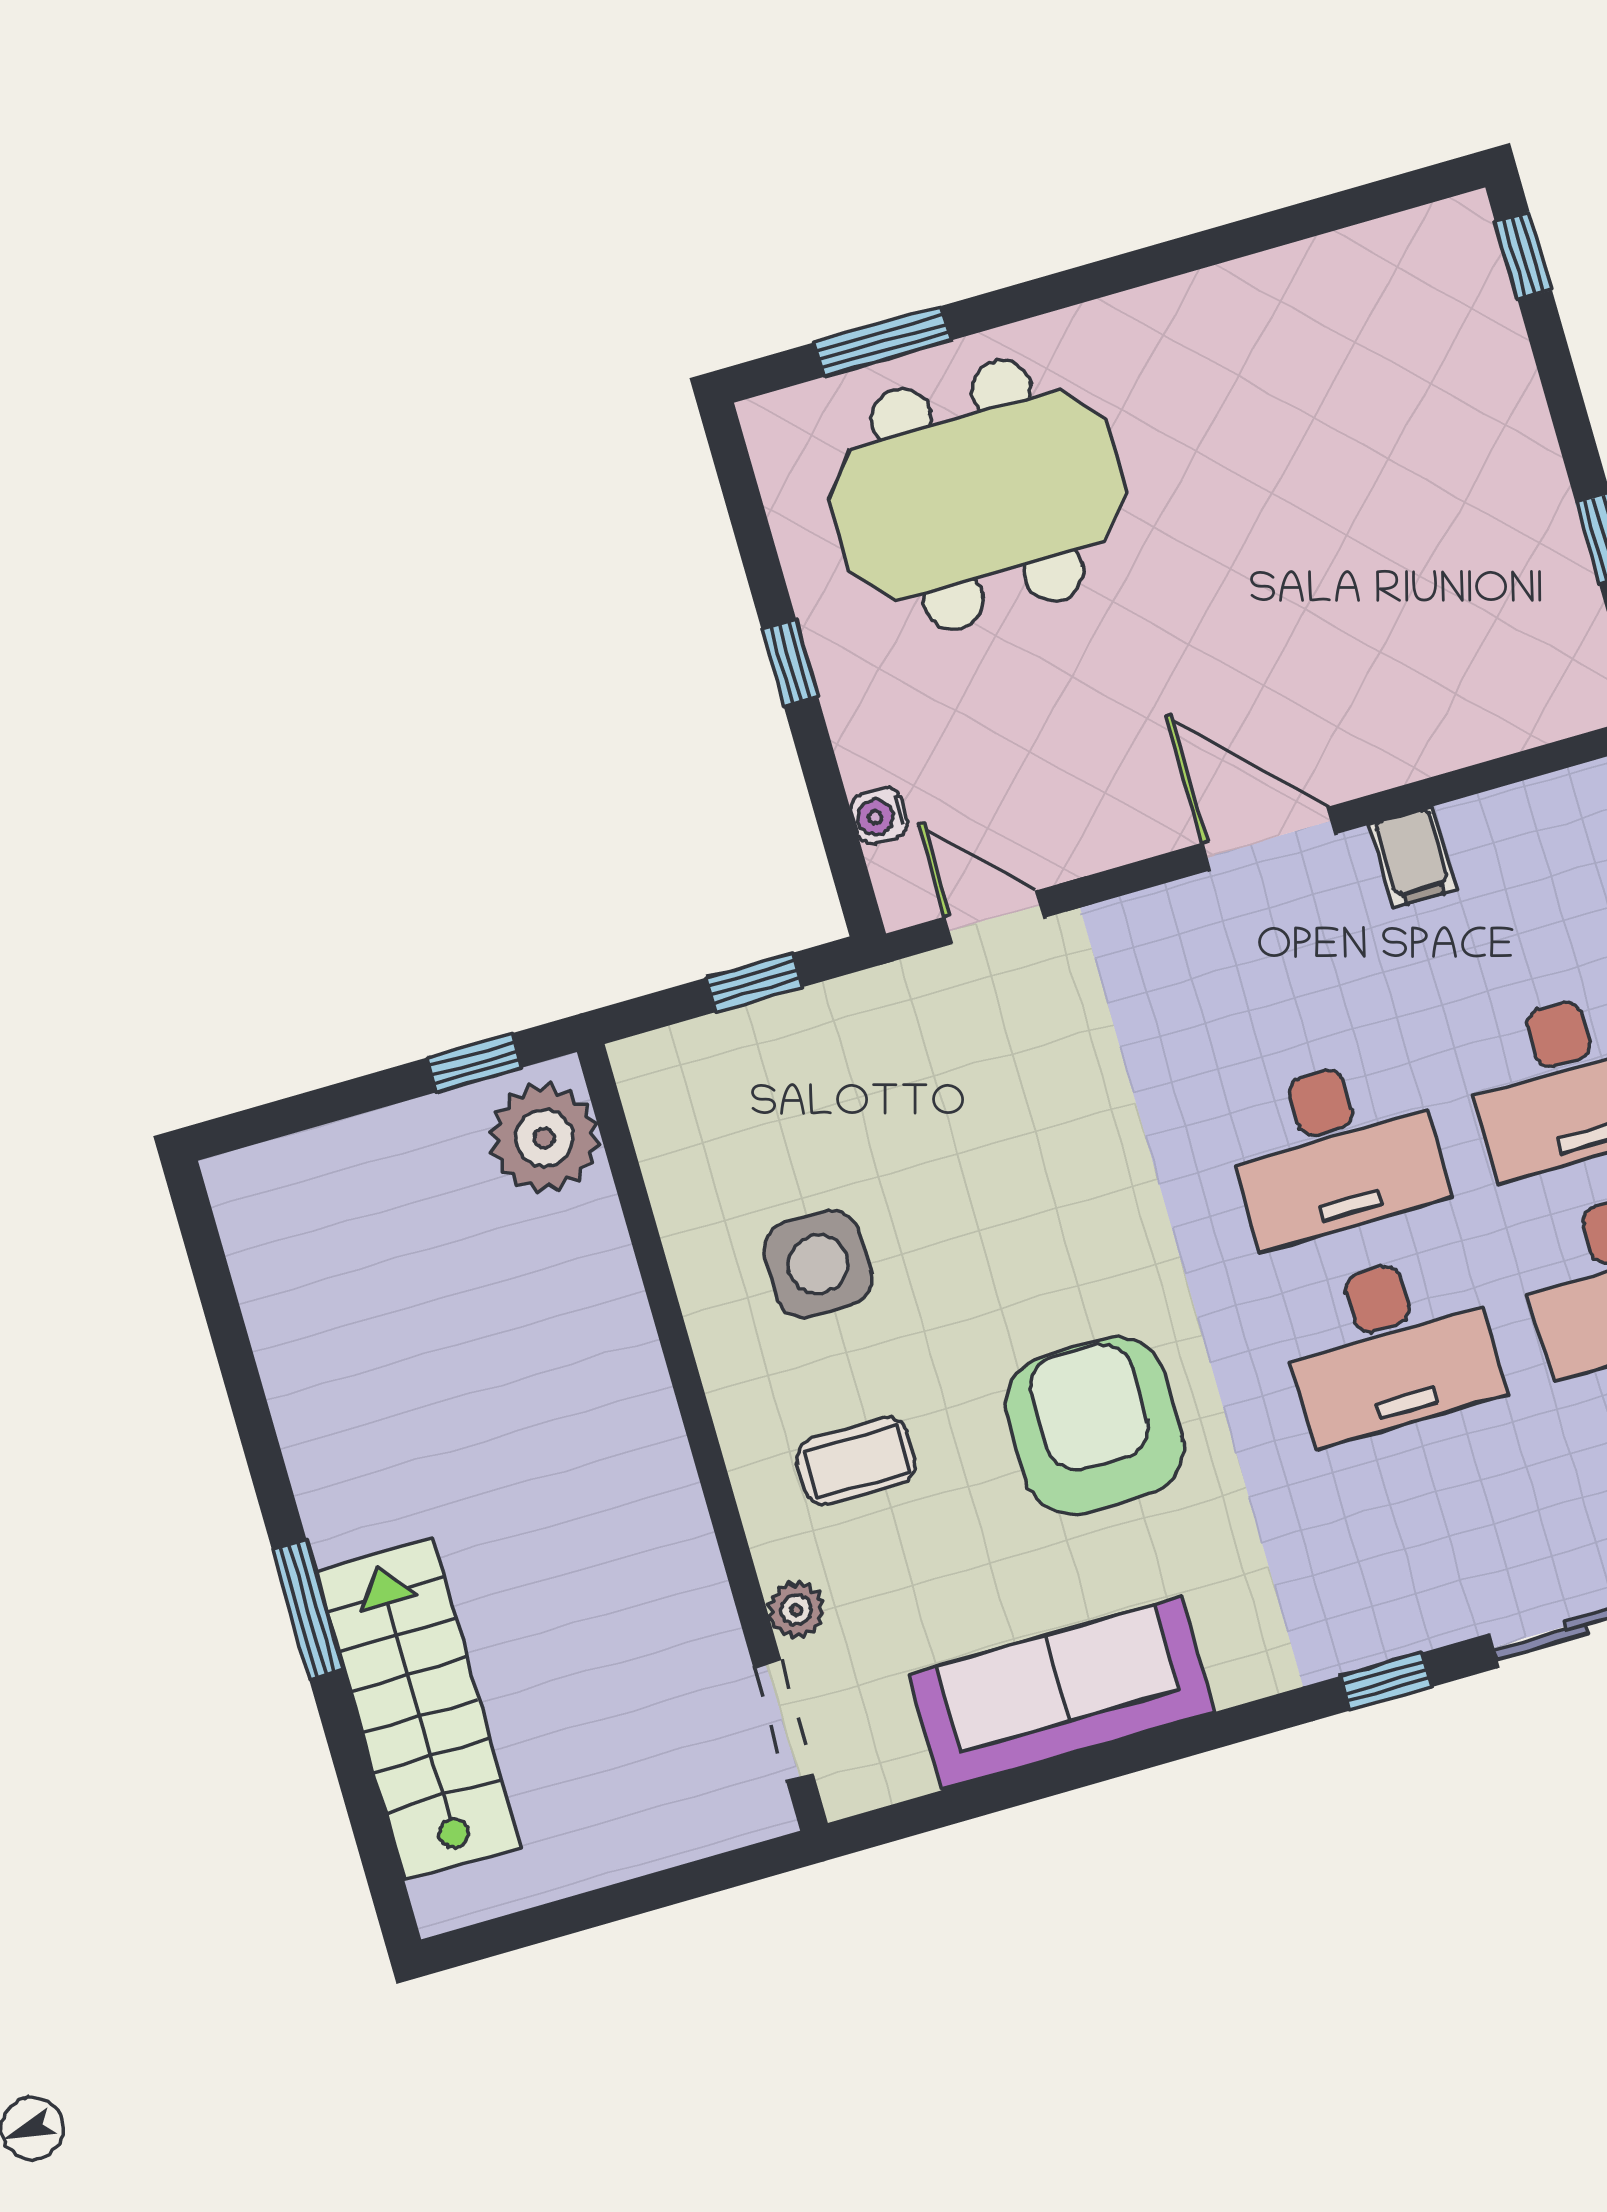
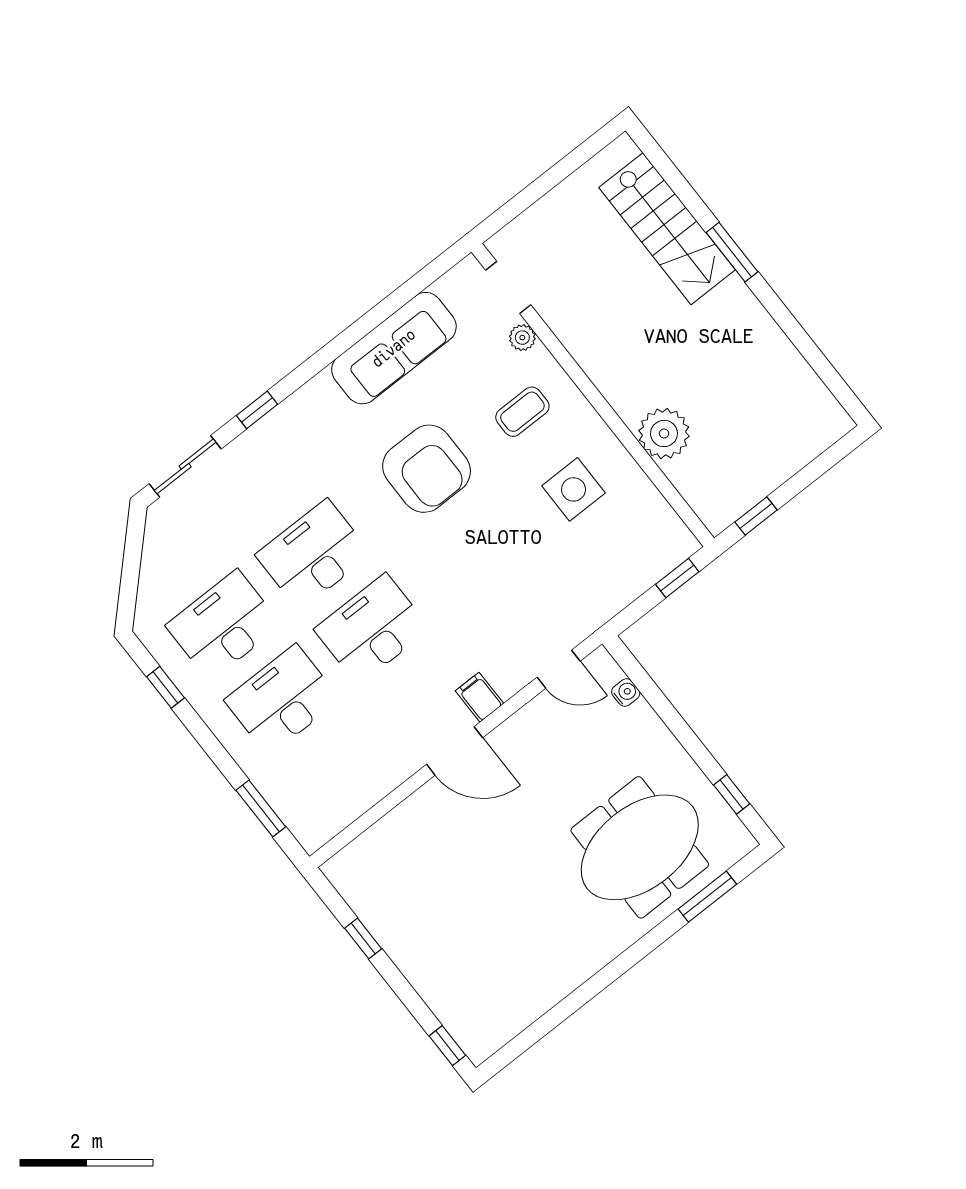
window: (790, 663) -> (732, 794), moved
filing cabinet: (1413, 858) -> (480, 697), moved
window: (754, 982) -> (677, 578), moved
plant: (544, 1138) -> (664, 433), moved

